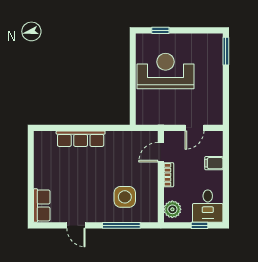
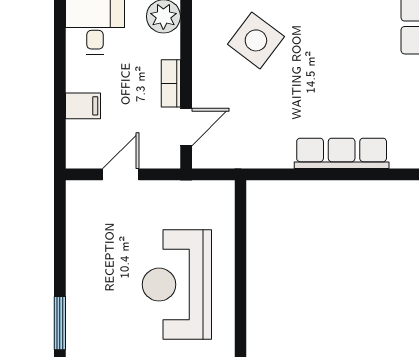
reception desk: (165, 71) -> (177, 285), turned 90
side table: (125, 197) -> (256, 40), turned 37

